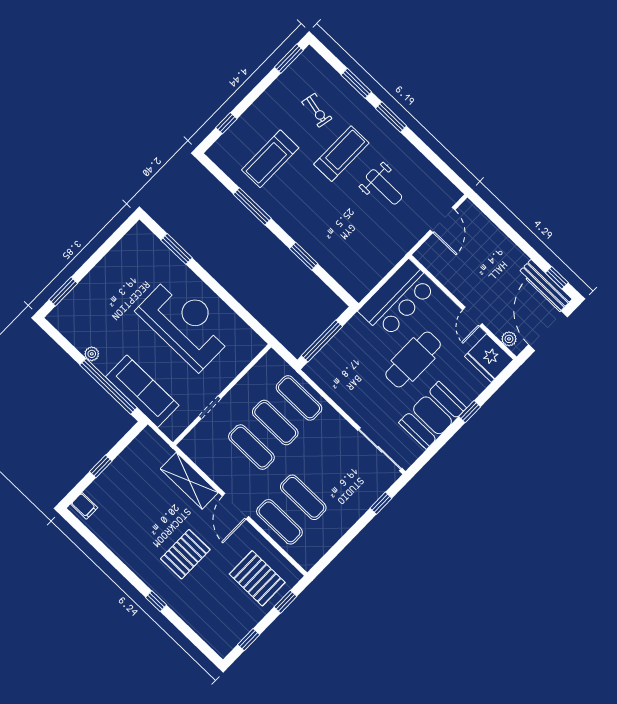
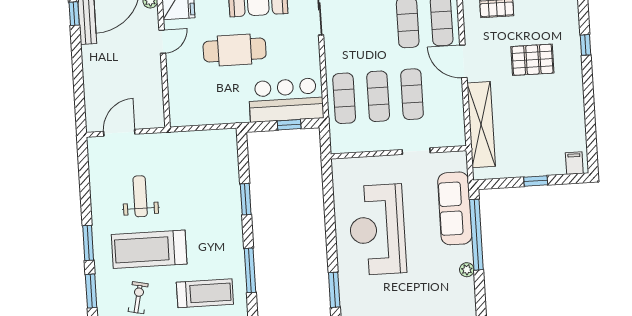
treadmill: (341, 154) -> (149, 249), width x1.37, depth x1.38
bar counter: (398, 299) -> (286, 100), moved
window: (322, 341) -> (289, 125), width x0.46
shelving: (189, 481) -> (481, 125), width x1.47
door: (236, 506) -> (463, 61), swing flipped

